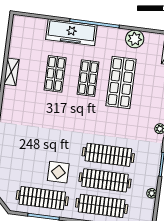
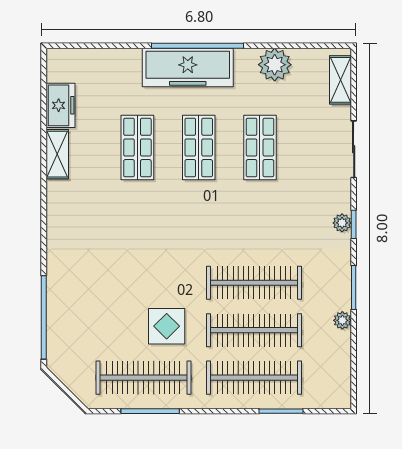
freezer: (71, 32) -> (188, 67), moved
freezer: (17, 46) -> (61, 105), added
shop shelf: (121, 82) -> (260, 147), width x0.70, depth x0.74
plant: (152, 193) -> (342, 320), moved

